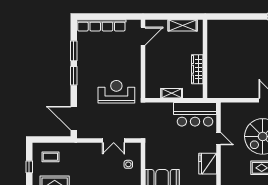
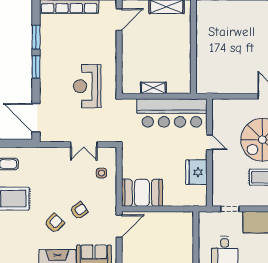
wardrobe: (197, 69) -> (184, 59), removed
reception desk: (116, 92) -> (87, 86), turned -90
bar counter: (195, 114) -> (172, 113), width x1.36

